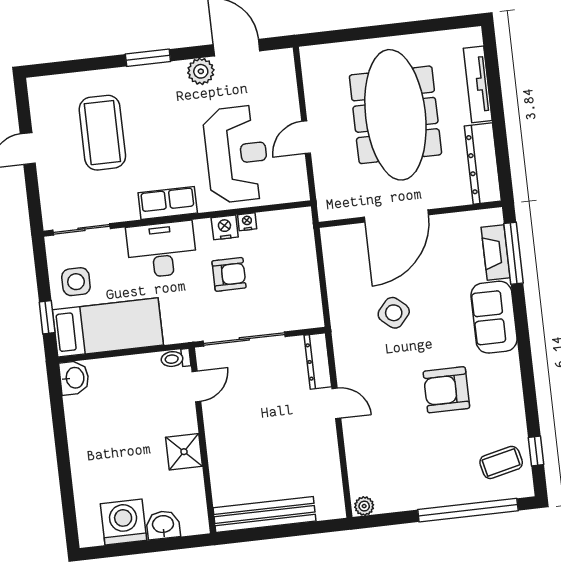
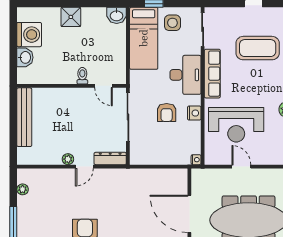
row of seats: (168, 203) -> (212, 74), width x1.48
nightstand: (247, 222) -> (196, 160), moved
side table: (394, 313) -> (133, 206), removed
toilet: (176, 359) -> (82, 76), moved
plant: (327, 432) -> (68, 159), added
shower: (184, 452) -> (71, 17), moved
plant: (364, 506) -> (23, 189), moved

